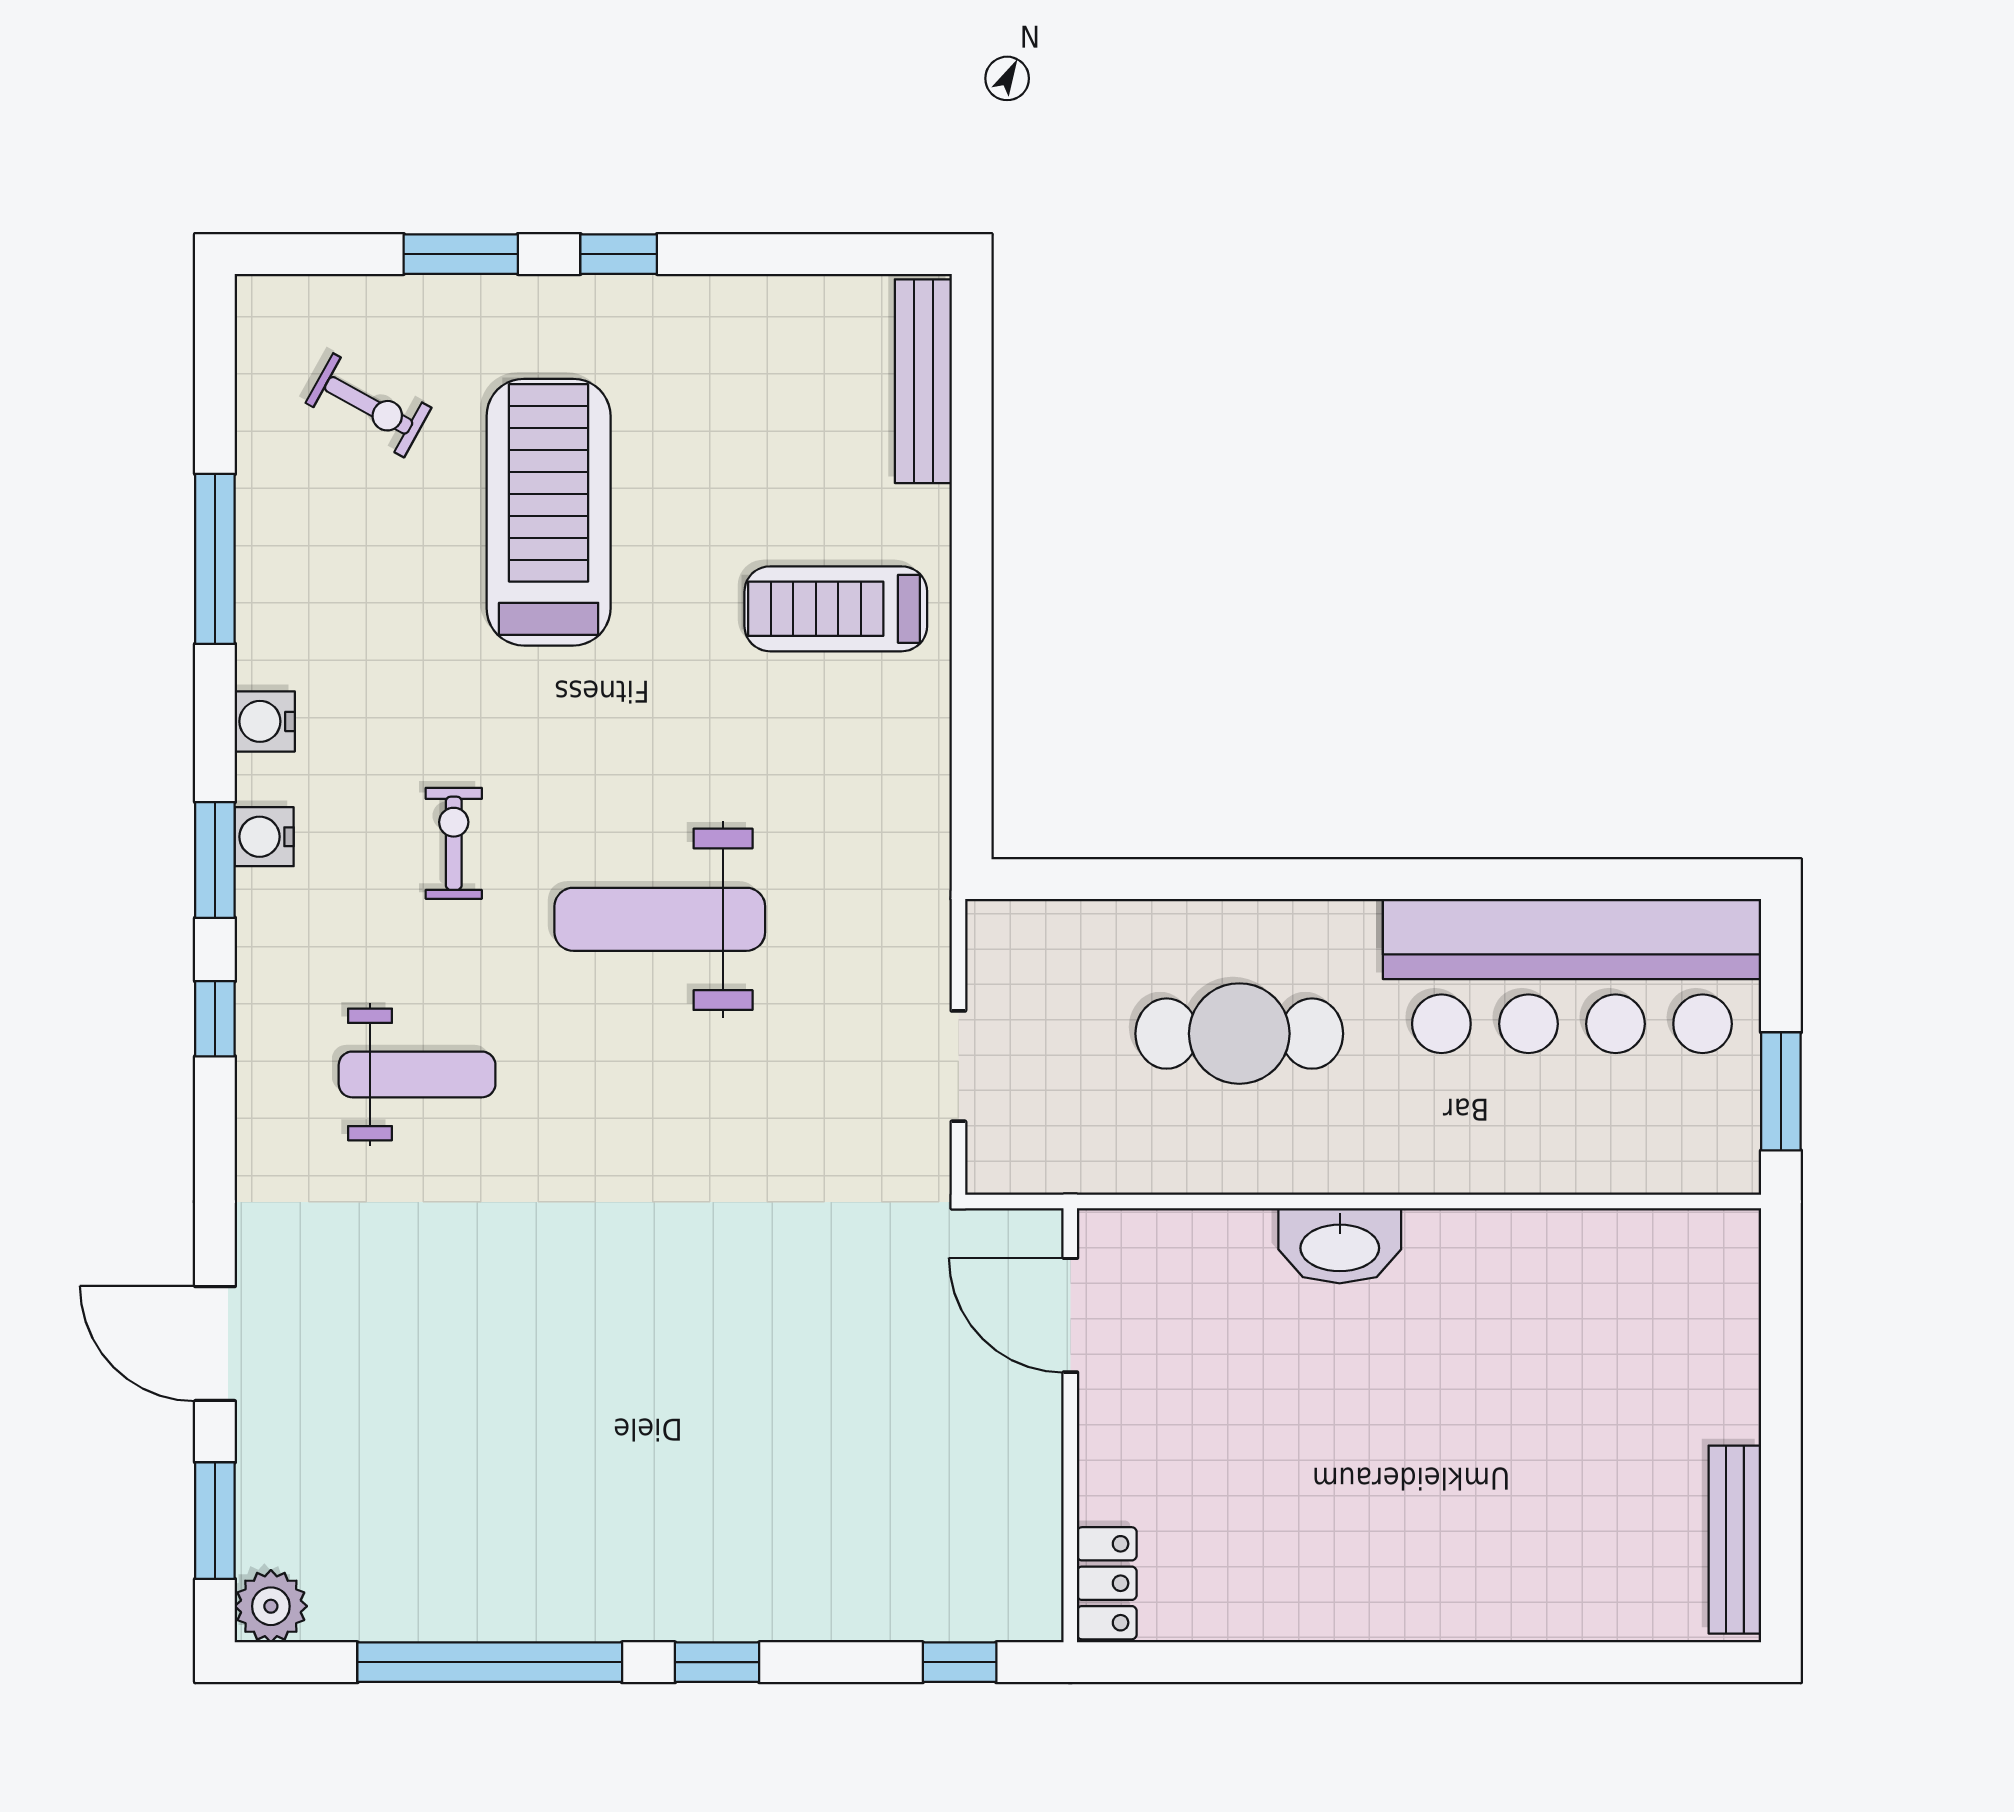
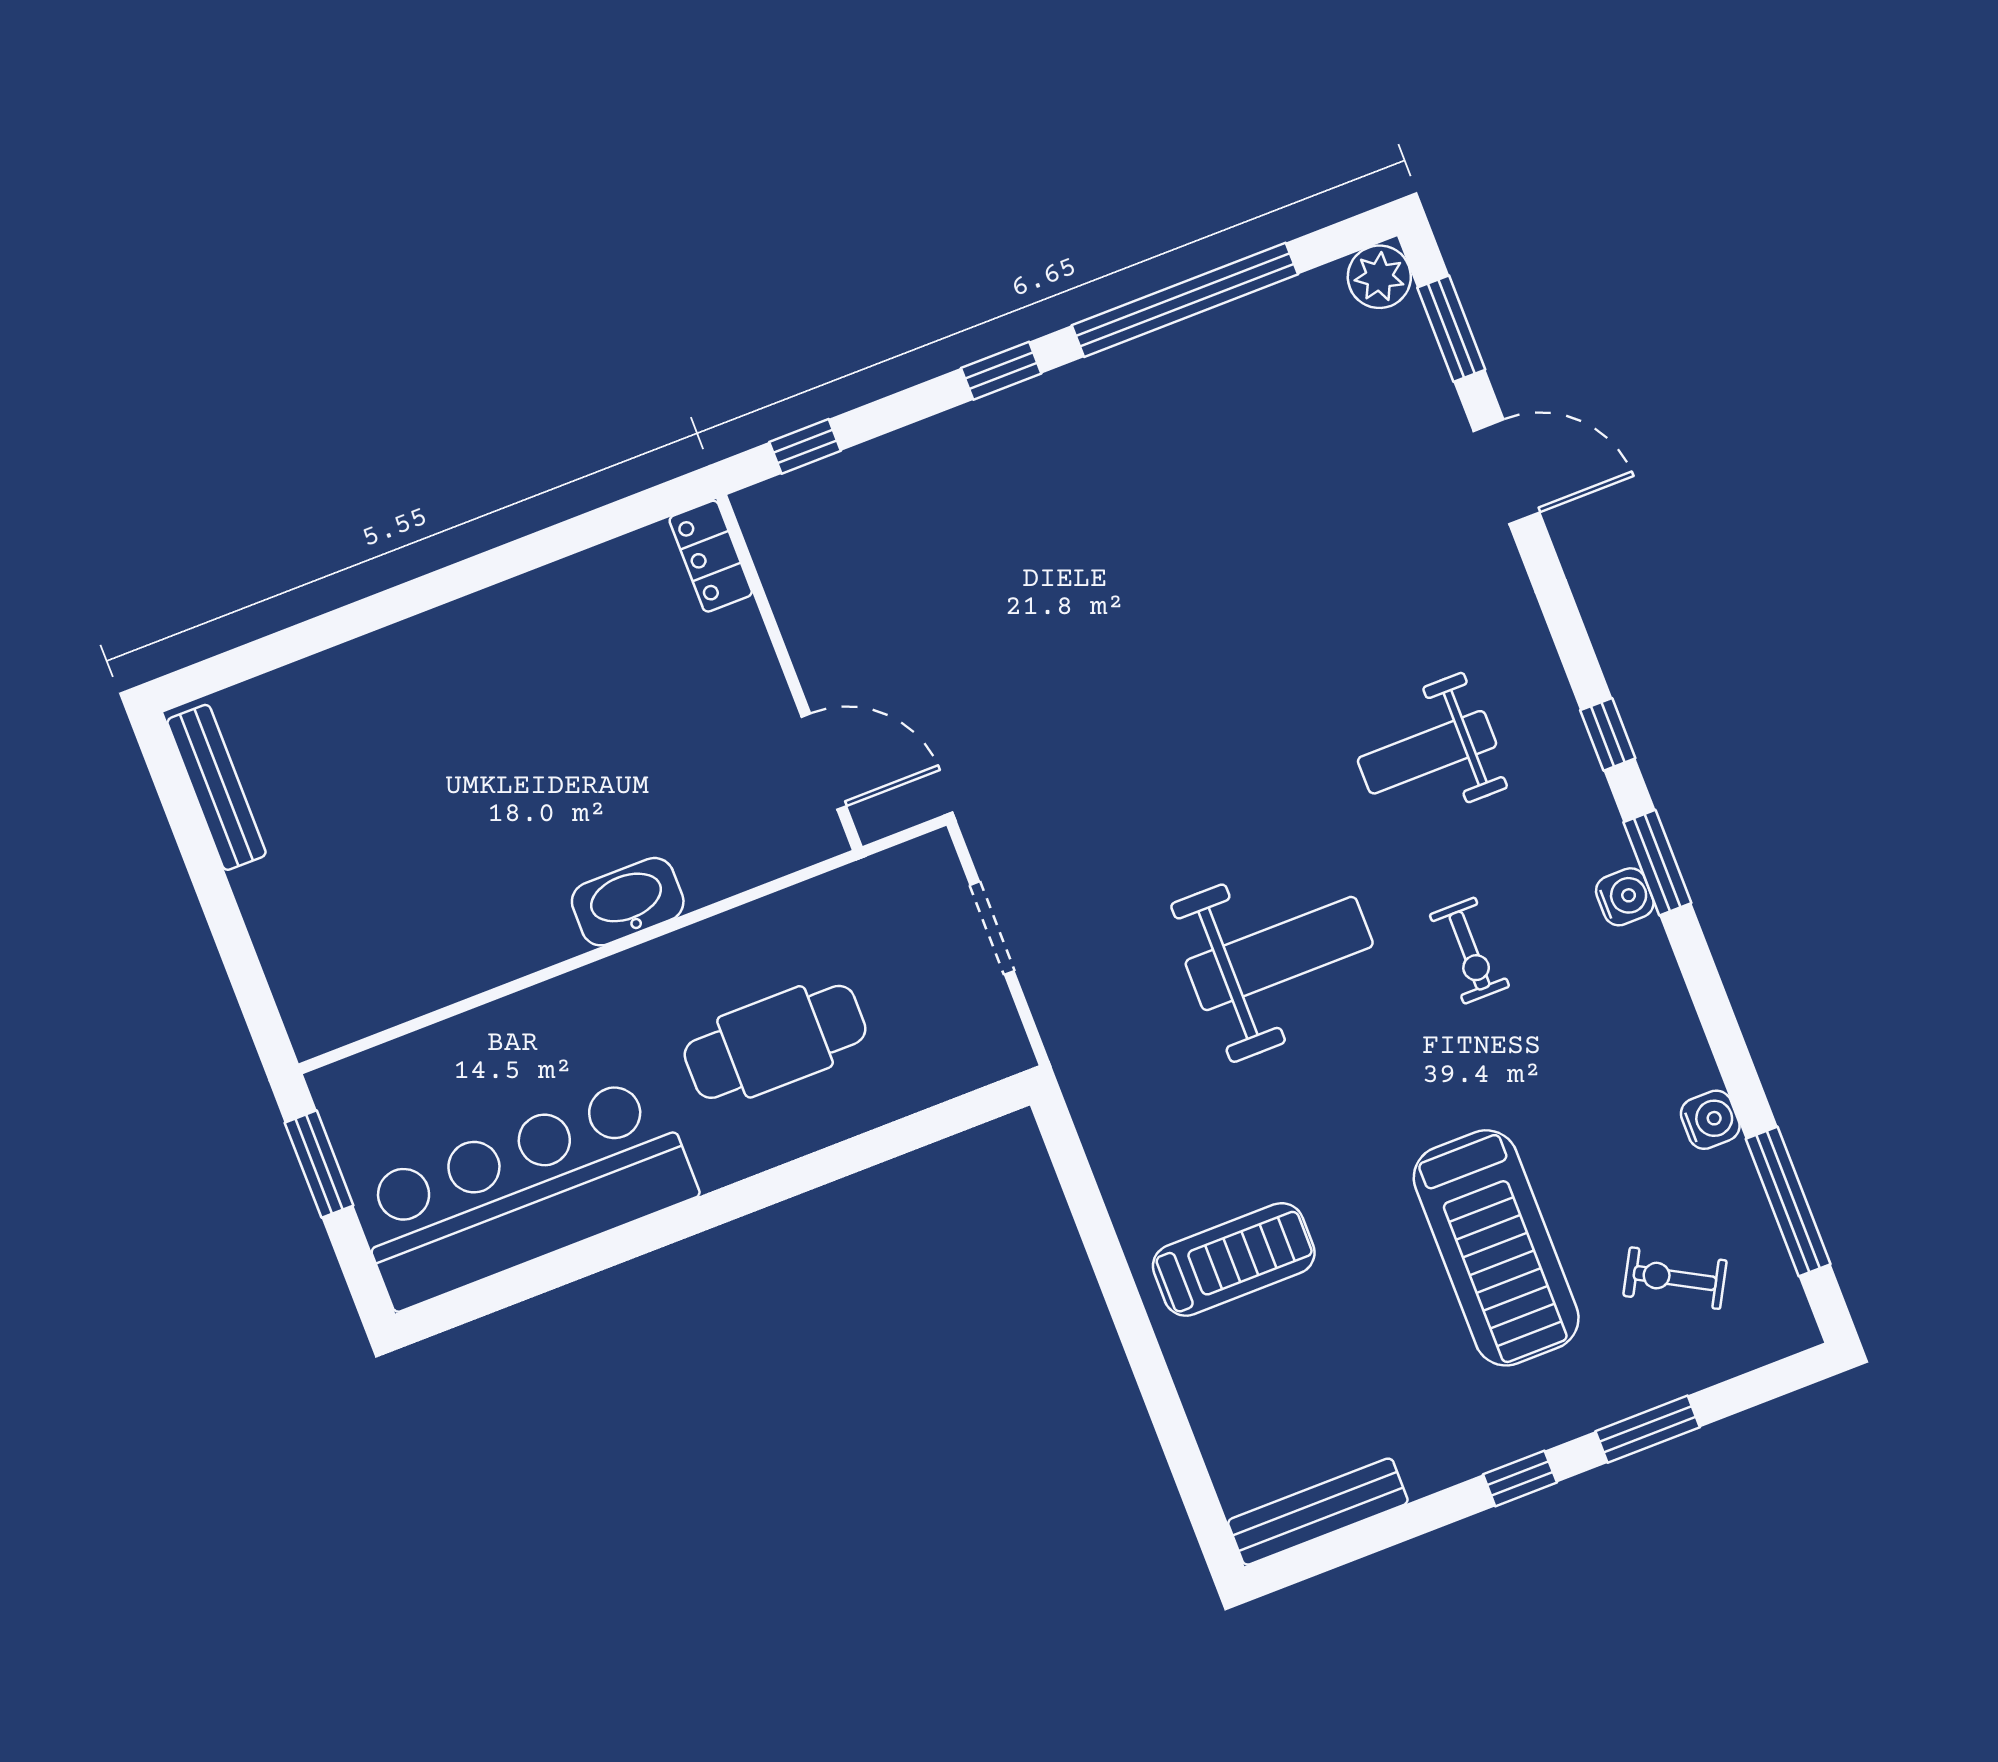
bench: (923, 381) -> (1318, 1512), moved, turned 90
window: (215, 559) -> (1788, 1201), moved
water cooler: (265, 721) -> (1710, 1120), moved

